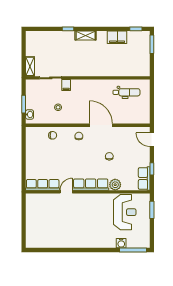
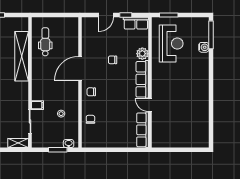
shelving: (113, 70) -> (22, 56), added
door: (152, 140) -> (106, 15), moved
reception desk: (125, 212) -> (171, 44), turned 90

